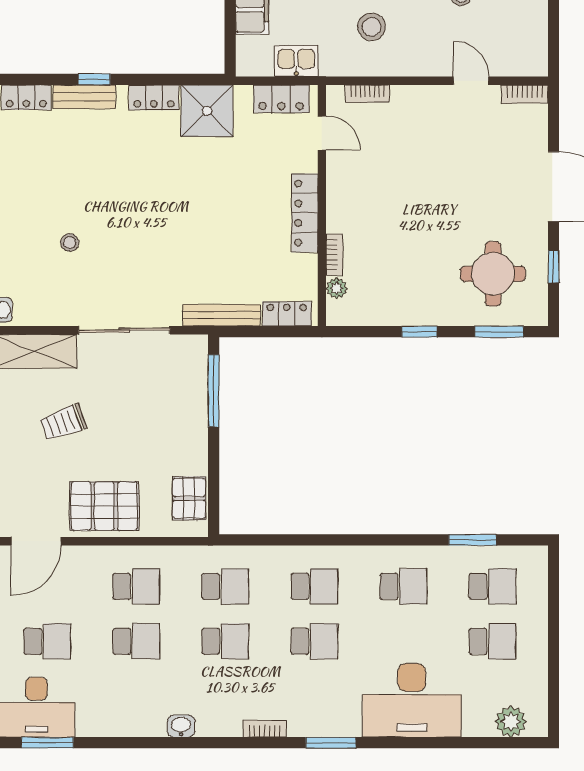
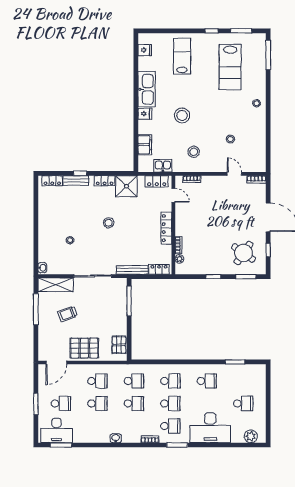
stool: (164, 200) -> (109, 223), added
round table: (493, 274) -> (243, 253), turned 35
school desk: (492, 586) -> (170, 426), moved

